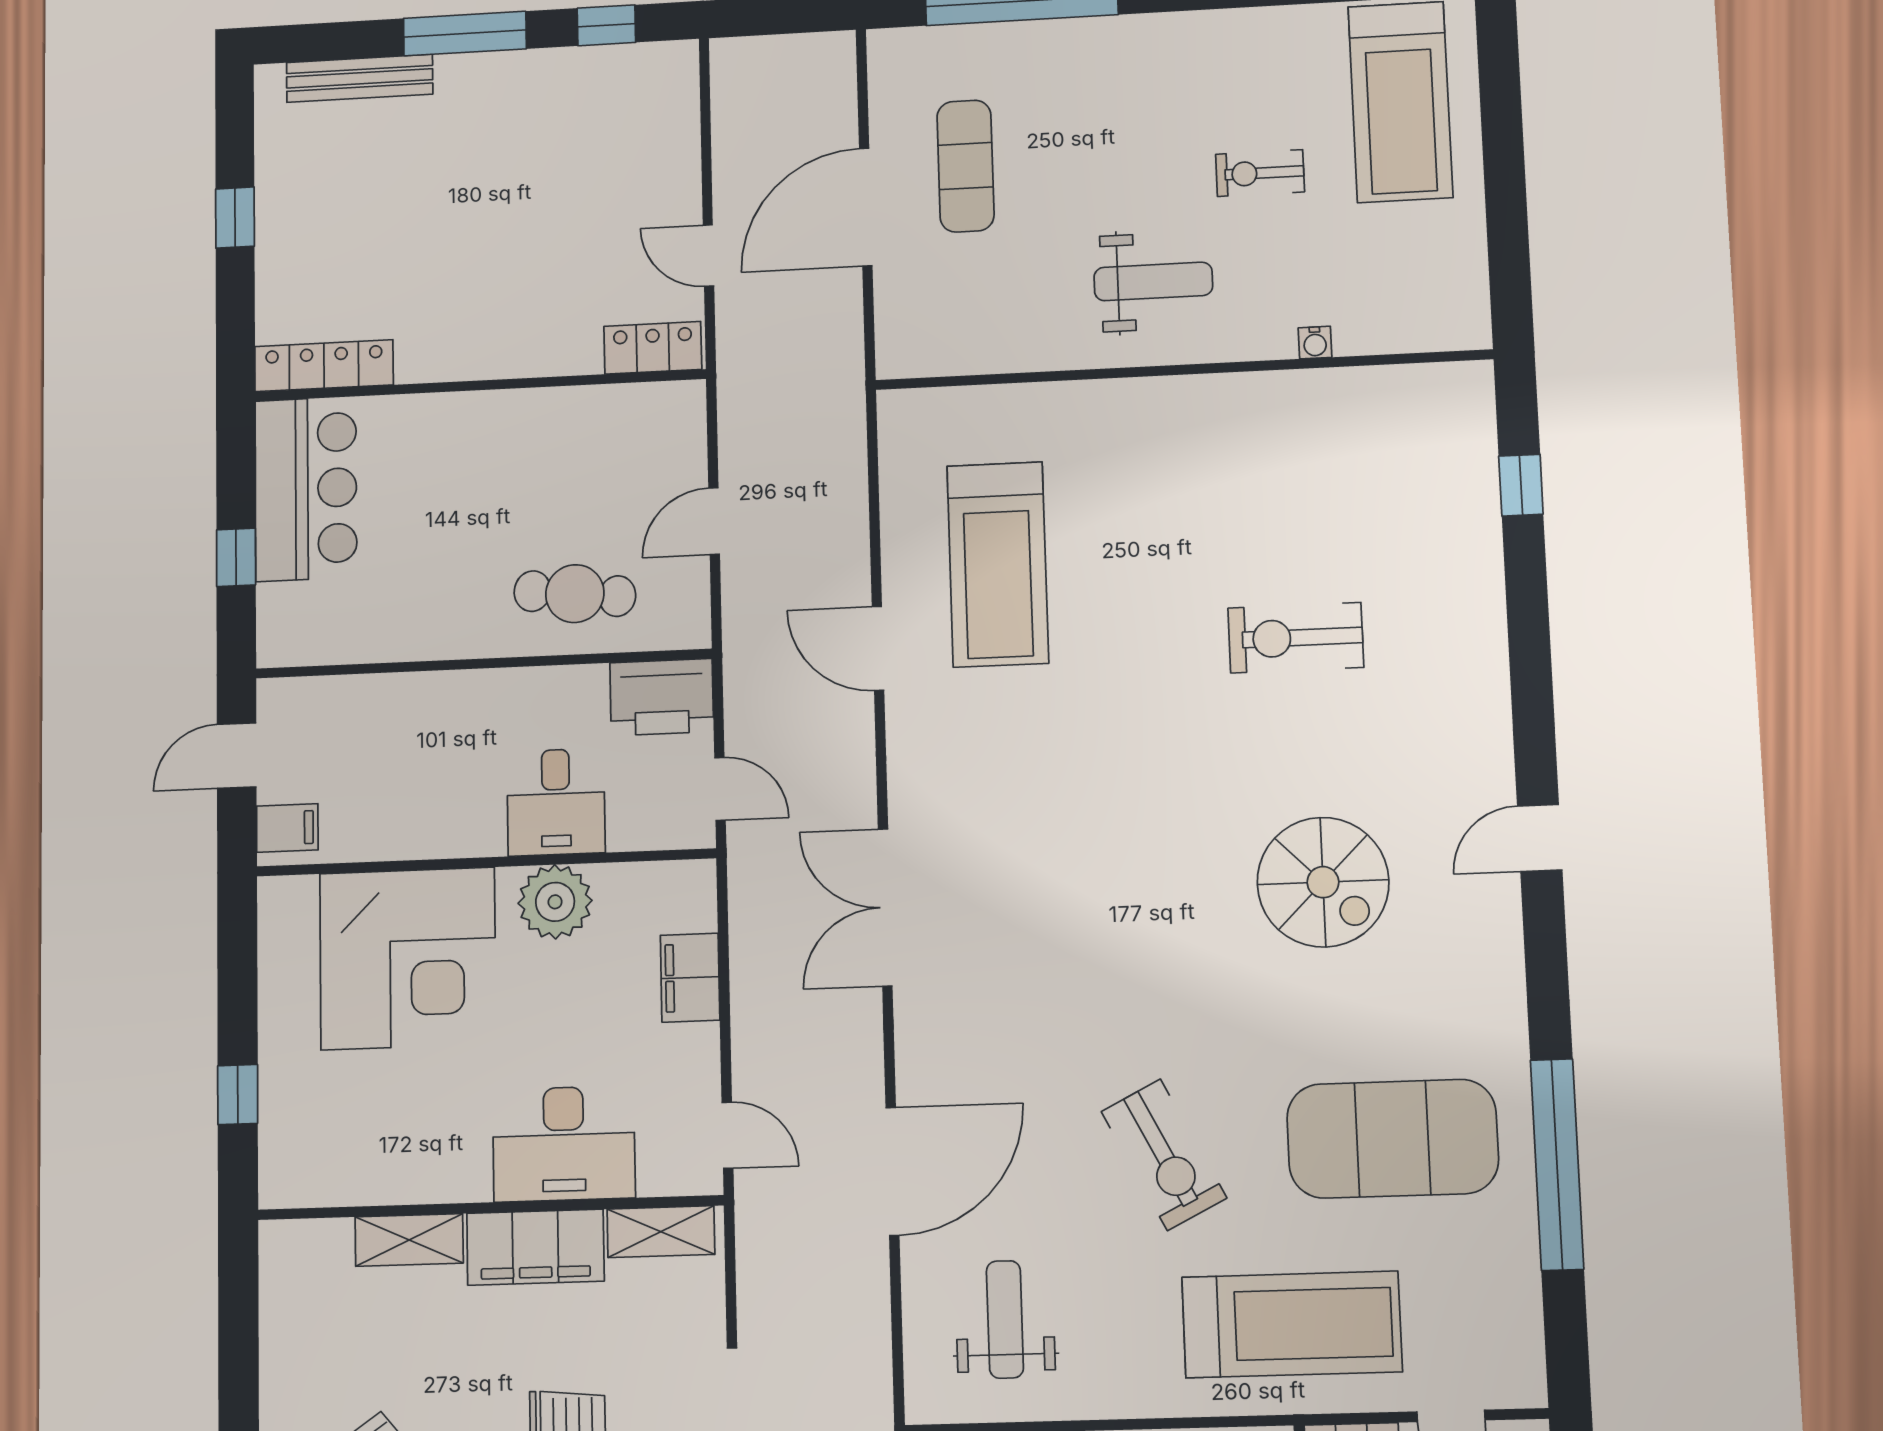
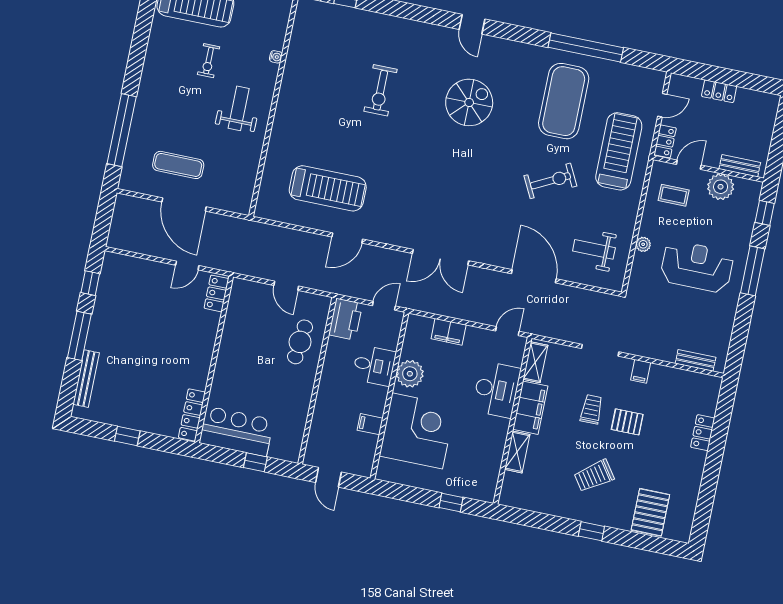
filing cabinet: (287, 828) -> (370, 424), moved, turned -90

